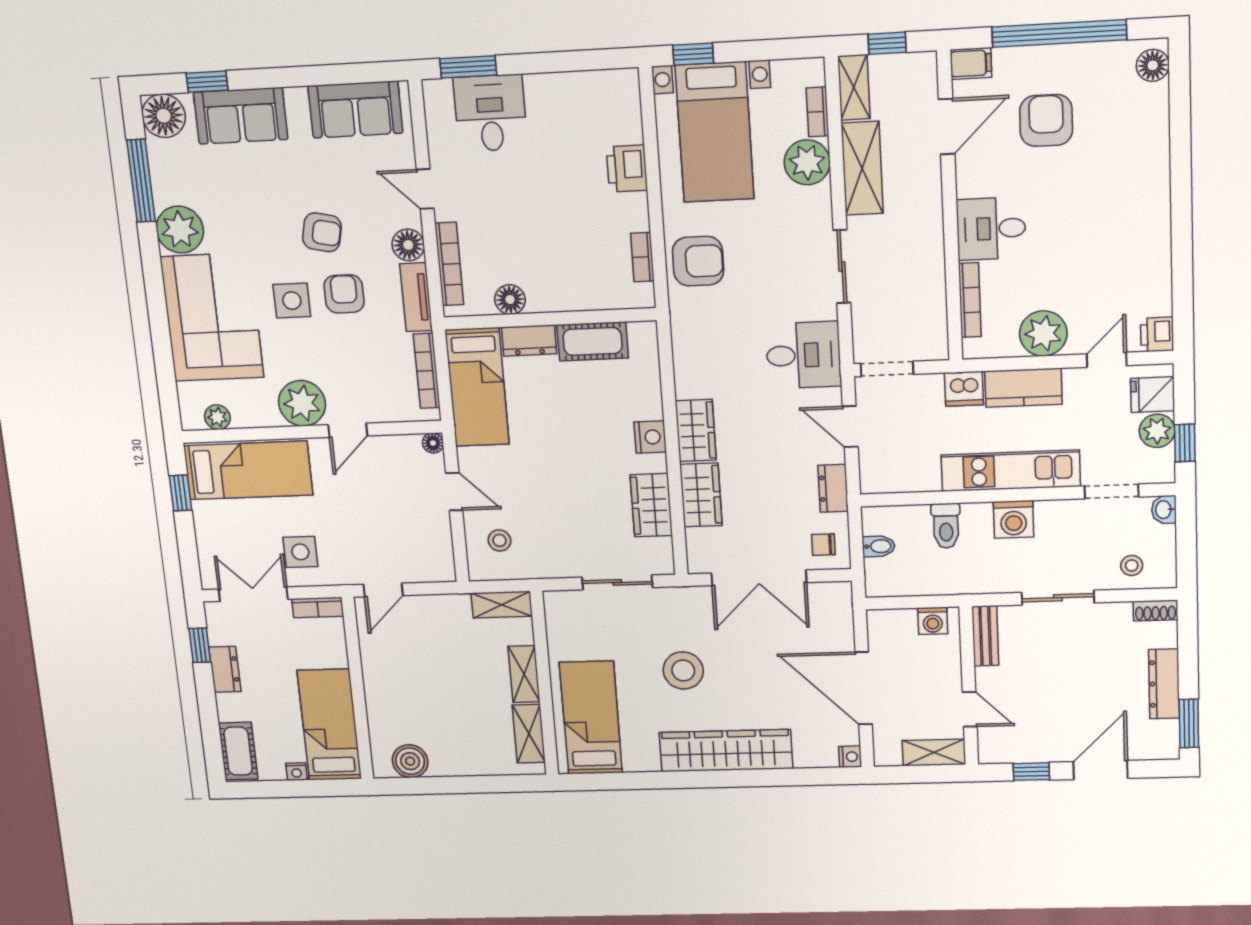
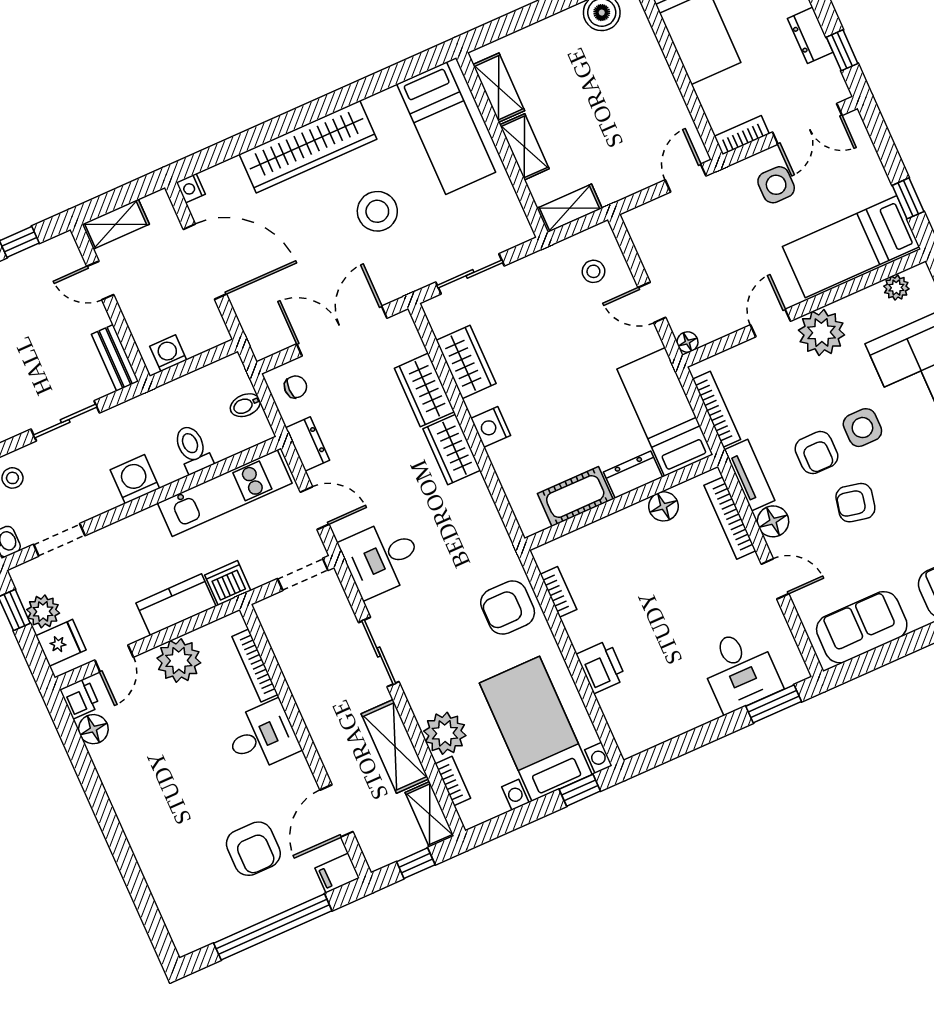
floor lamp: (1153, 65) -> (93, 729), moved
kitchen unit: (1011, 471) -> (225, 493), moved

